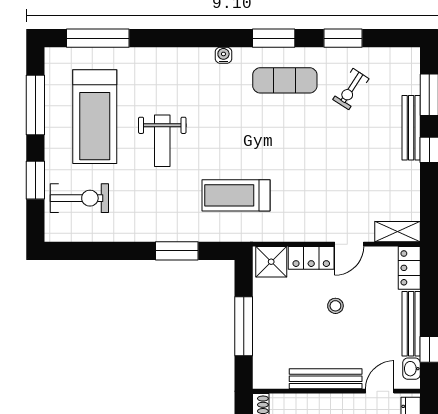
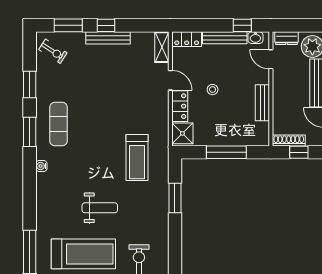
exercise bike: (351, 89) -> (53, 51), moved
bench: (411, 128) -> (108, 38), moved
bench: (326, 379) -> (262, 103), width x0.73

